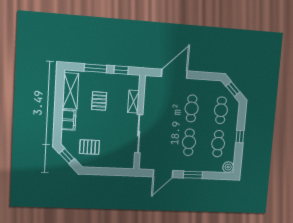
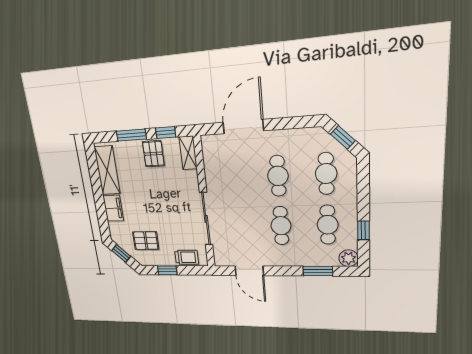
pallet: (99, 101) -> (153, 154), moved
shelving: (133, 102) -> (188, 153), moved
window: (240, 136) -> (363, 230), moved
trolley: (119, 162) -> (187, 257), added
window: (102, 171) -> (167, 270), added
door: (163, 174) -> (249, 271), hinge flipped
window: (193, 175) -> (318, 271), moved

